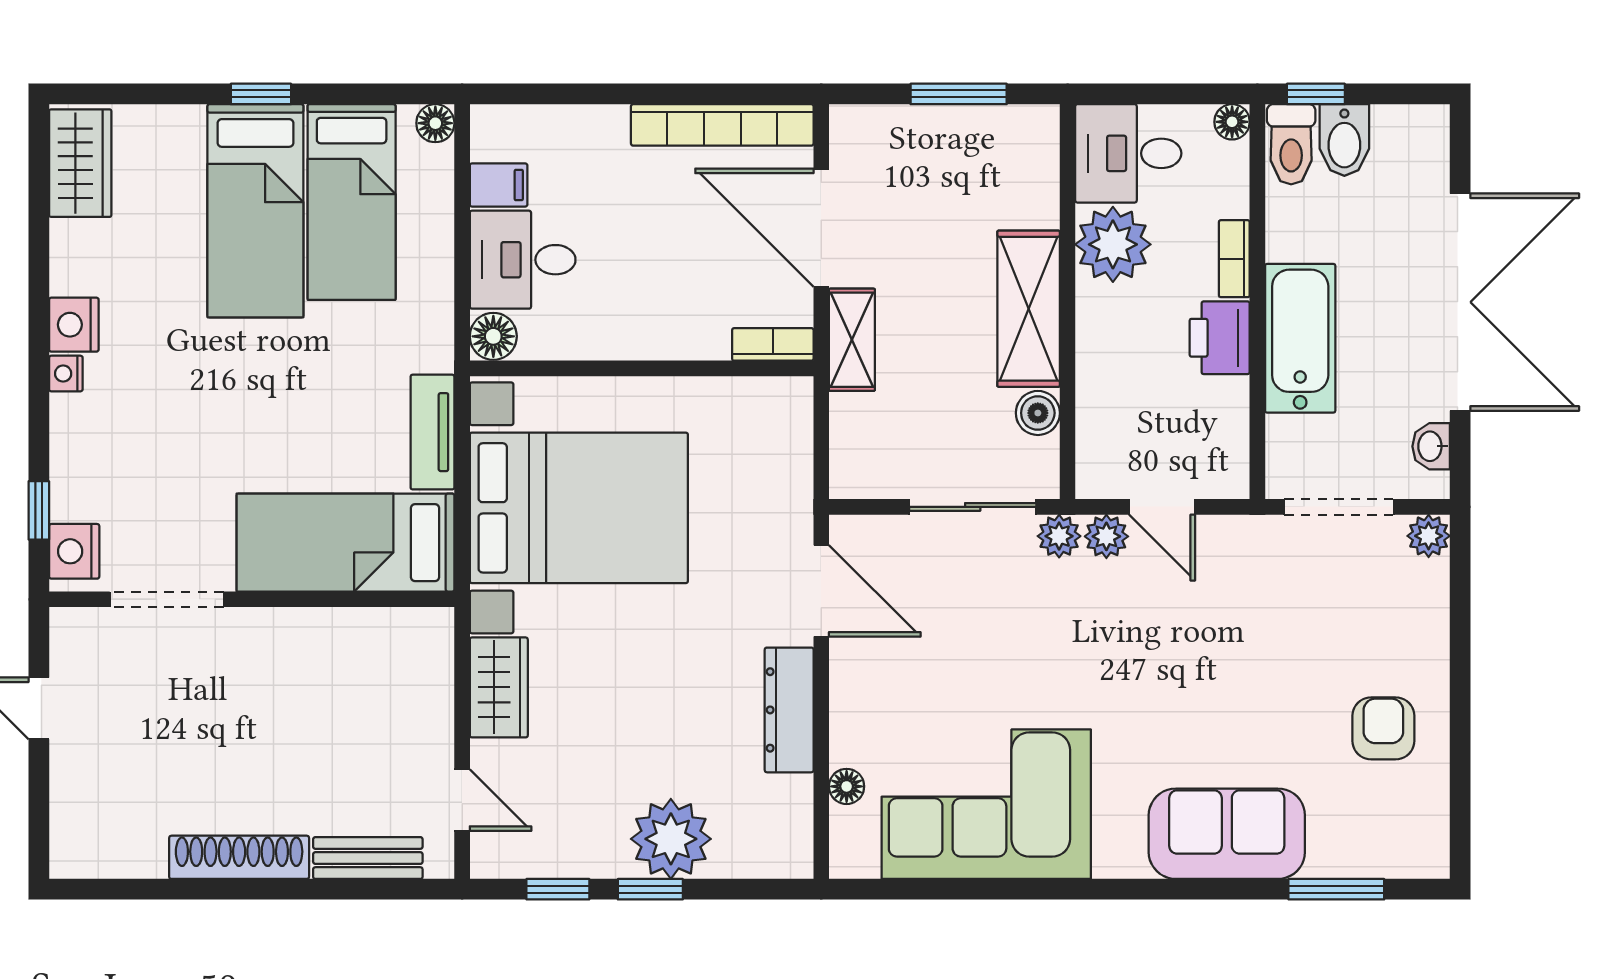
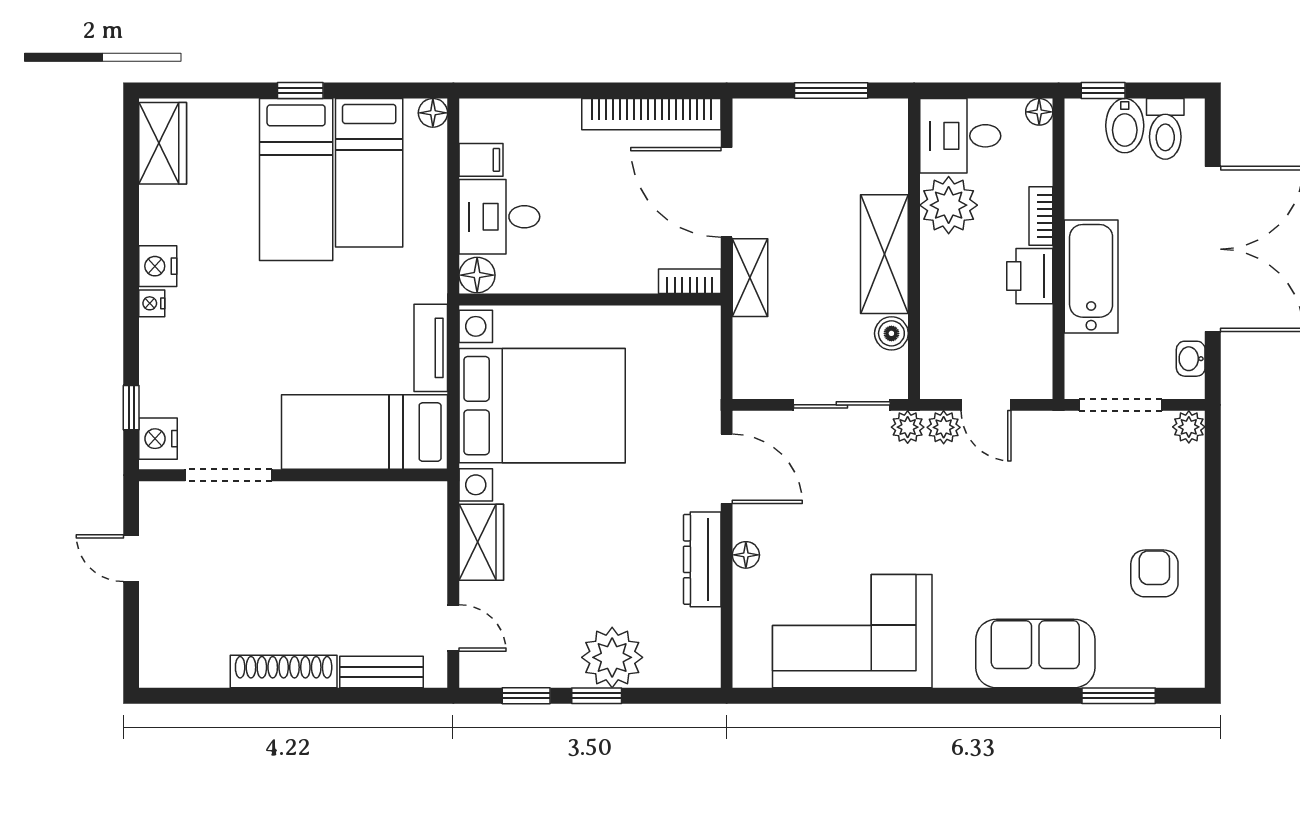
toilet: (1291, 144) -> (1165, 129), moved
floor lamp: (847, 786) -> (746, 555), moved

